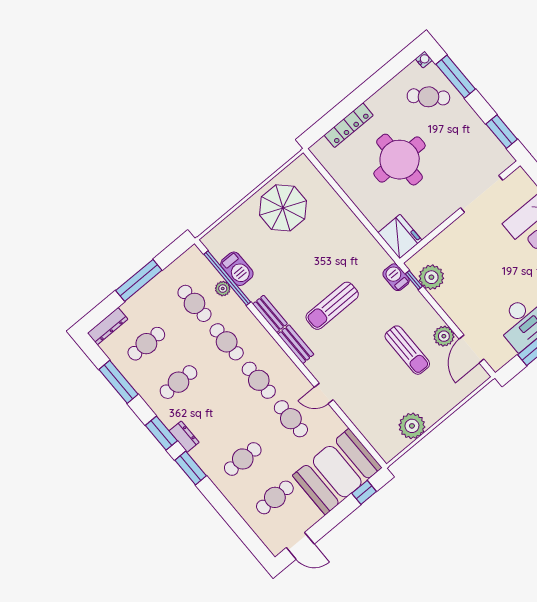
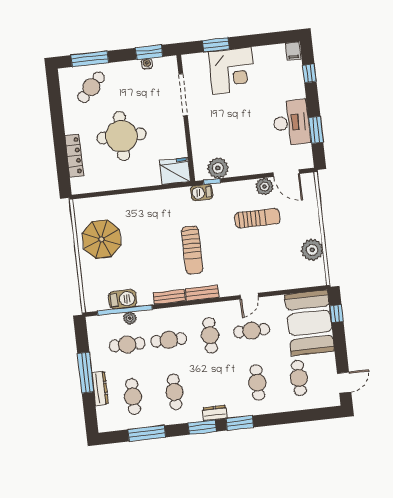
water cooler: (424, 59) -> (147, 64), moved
dresser: (108, 326) -> (100, 388), moved
cafe table: (259, 380) -> (210, 335), turned 90

